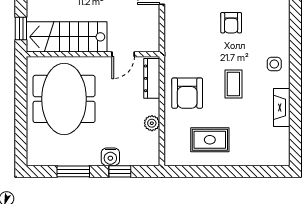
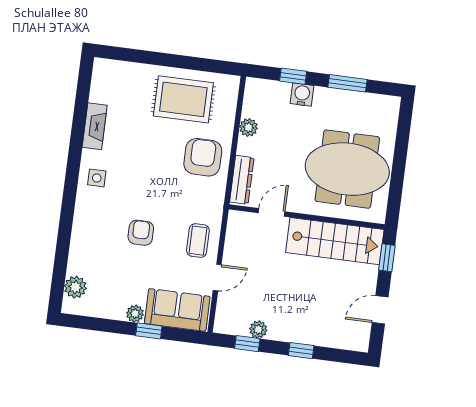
coffee table: (233, 84) -> (198, 241), moved
meeting table: (64, 99) -> (347, 169), turned 90
rug: (210, 140) -> (183, 99), width x1.36, depth x1.43

